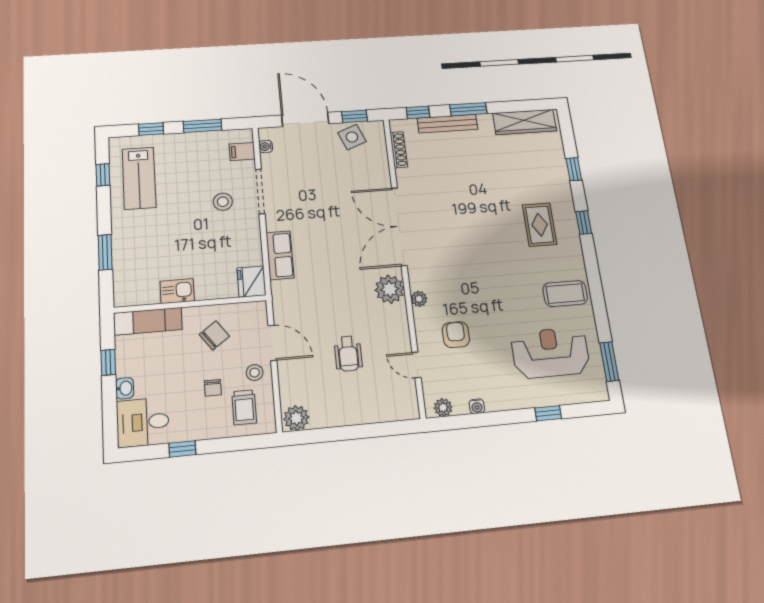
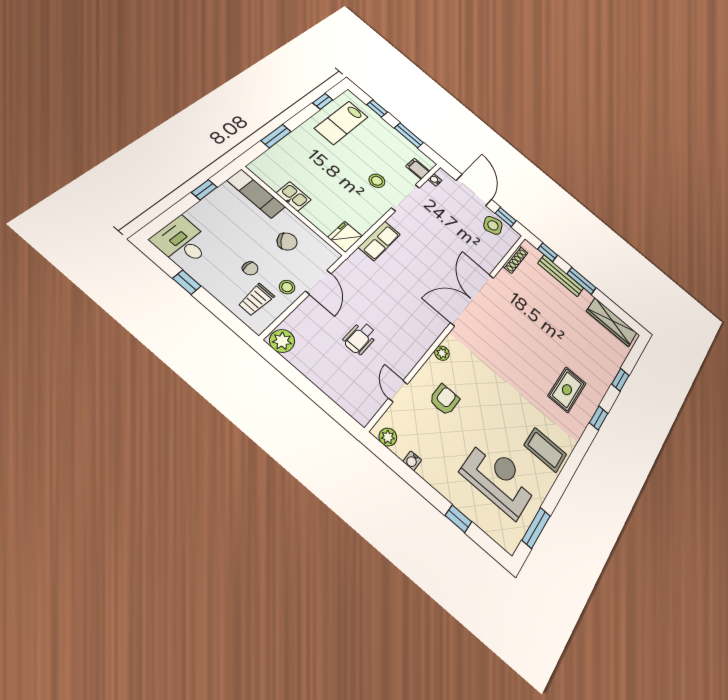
plant: (390, 289) -> (428, 328), removed
washbasin: (125, 388) -> (196, 213), removed
chair: (213, 388) -> (250, 268), turned -90

